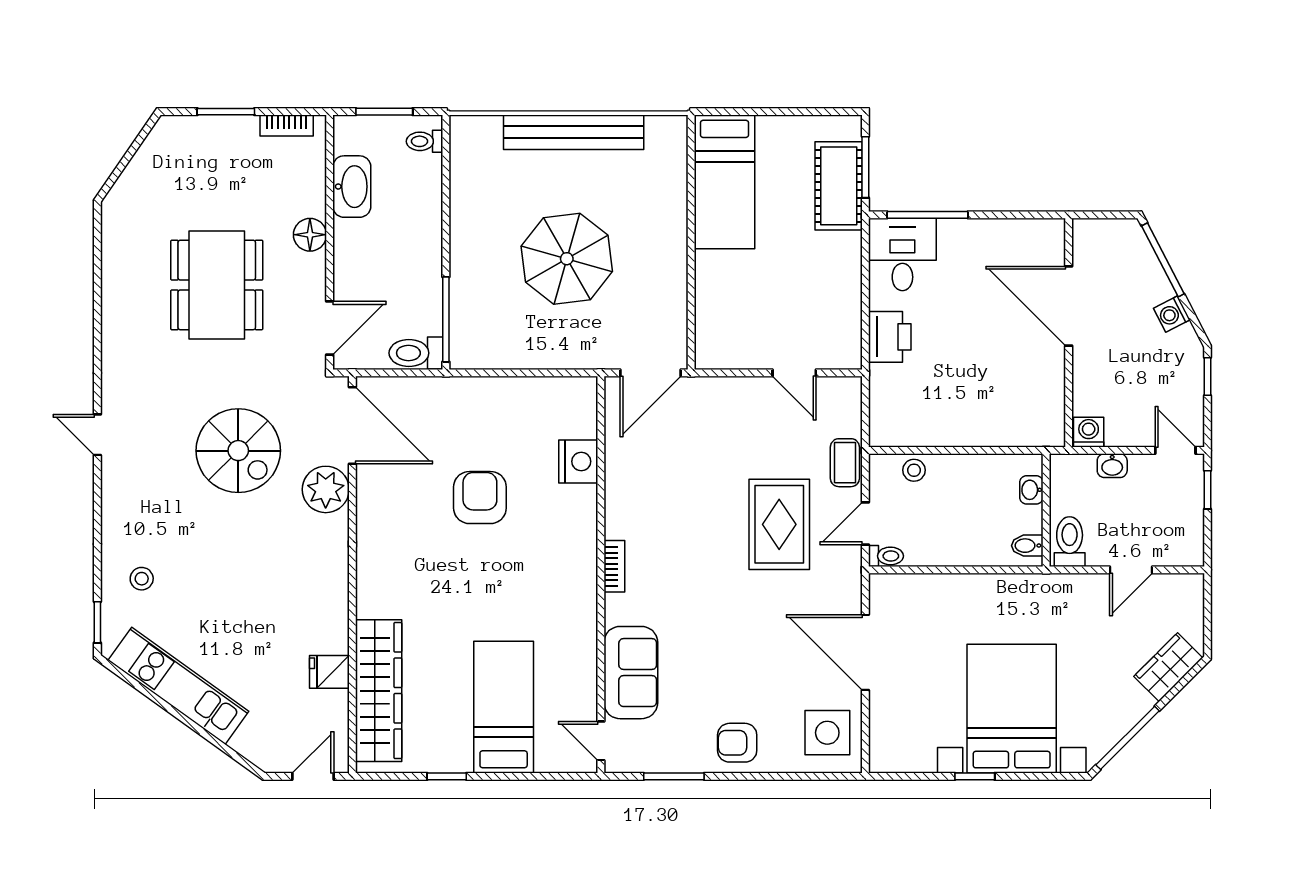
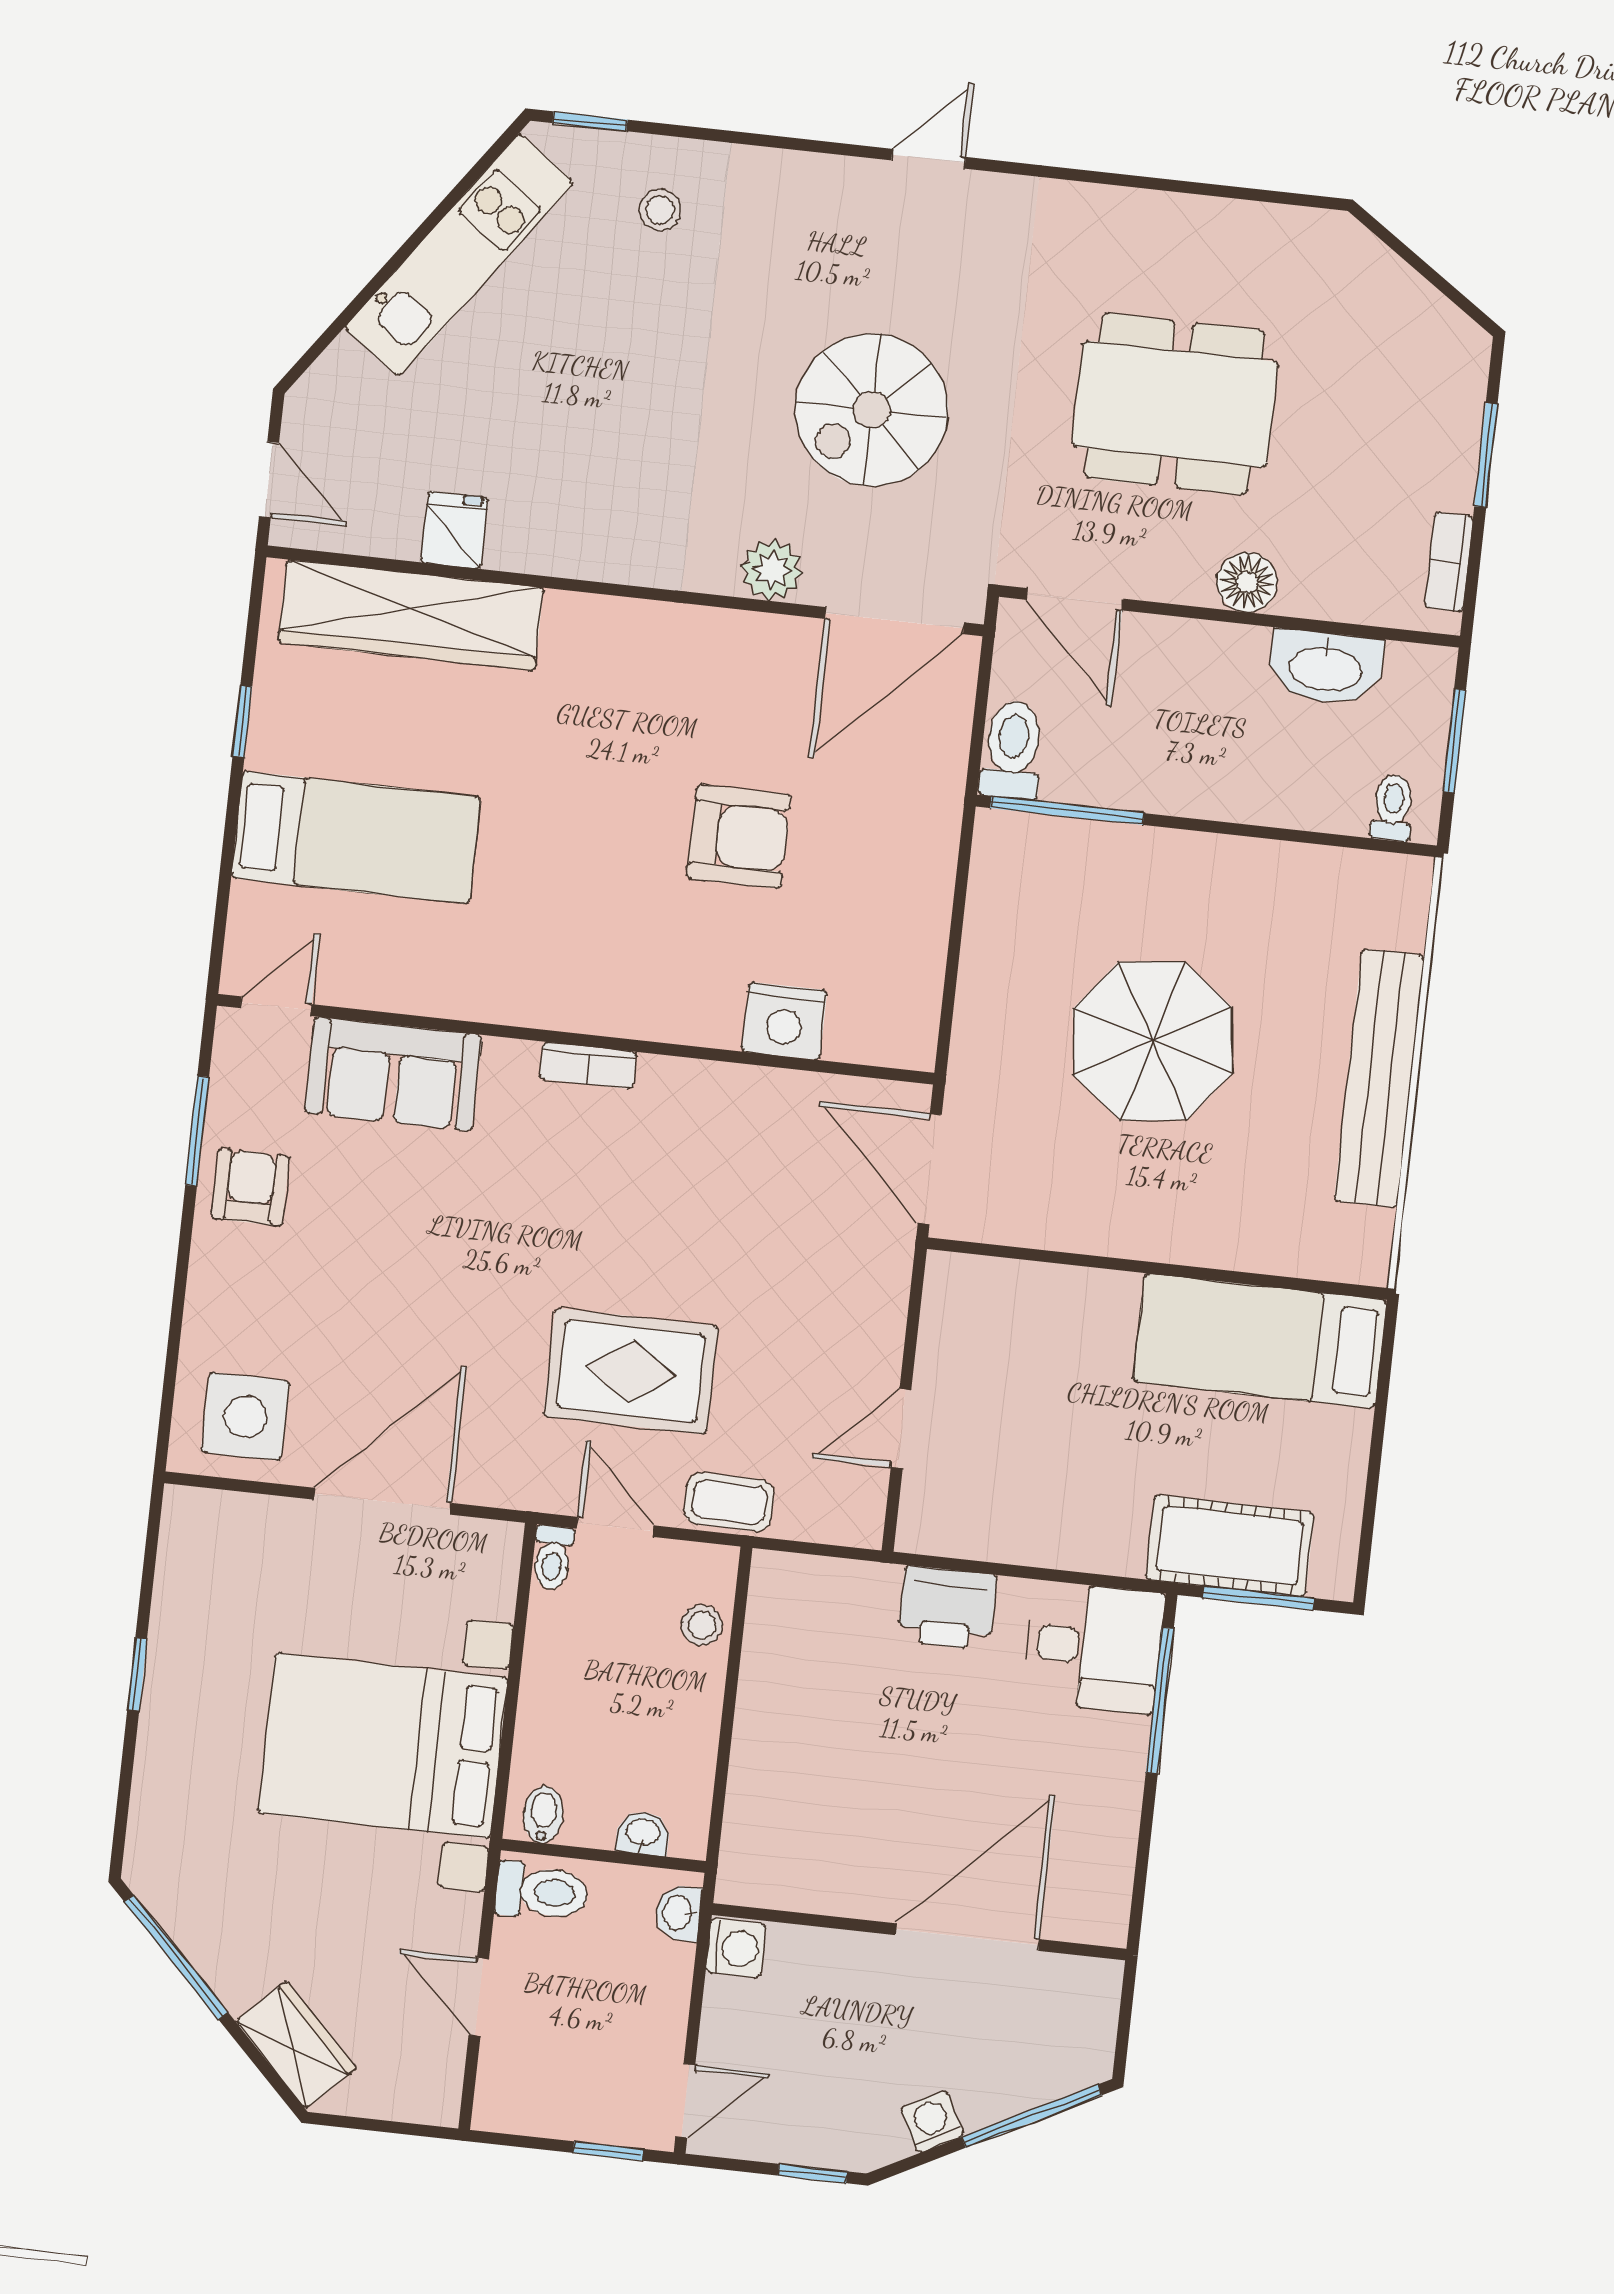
washbasin: (1112, 466) -> (678, 1913), moved
plant: (326, 489) -> (772, 570), width x0.73, depth x0.73
bed with nightstands: (1012, 709) -> (383, 1746), moved, turned 180
armchair: (737, 743) -> (250, 1187), moved

